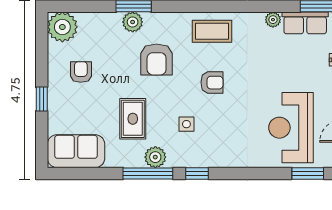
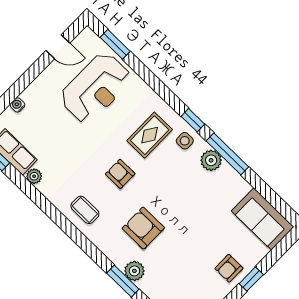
coffee table: (212, 31) -> (85, 210), width x0.73, depth x0.77
armchair: (157, 59) -> (143, 228), turned -90
armchair: (81, 72) -> (229, 268), moved
rug: (133, 119) -> (150, 135), moved
side table: (186, 124) -> (185, 141), moved

